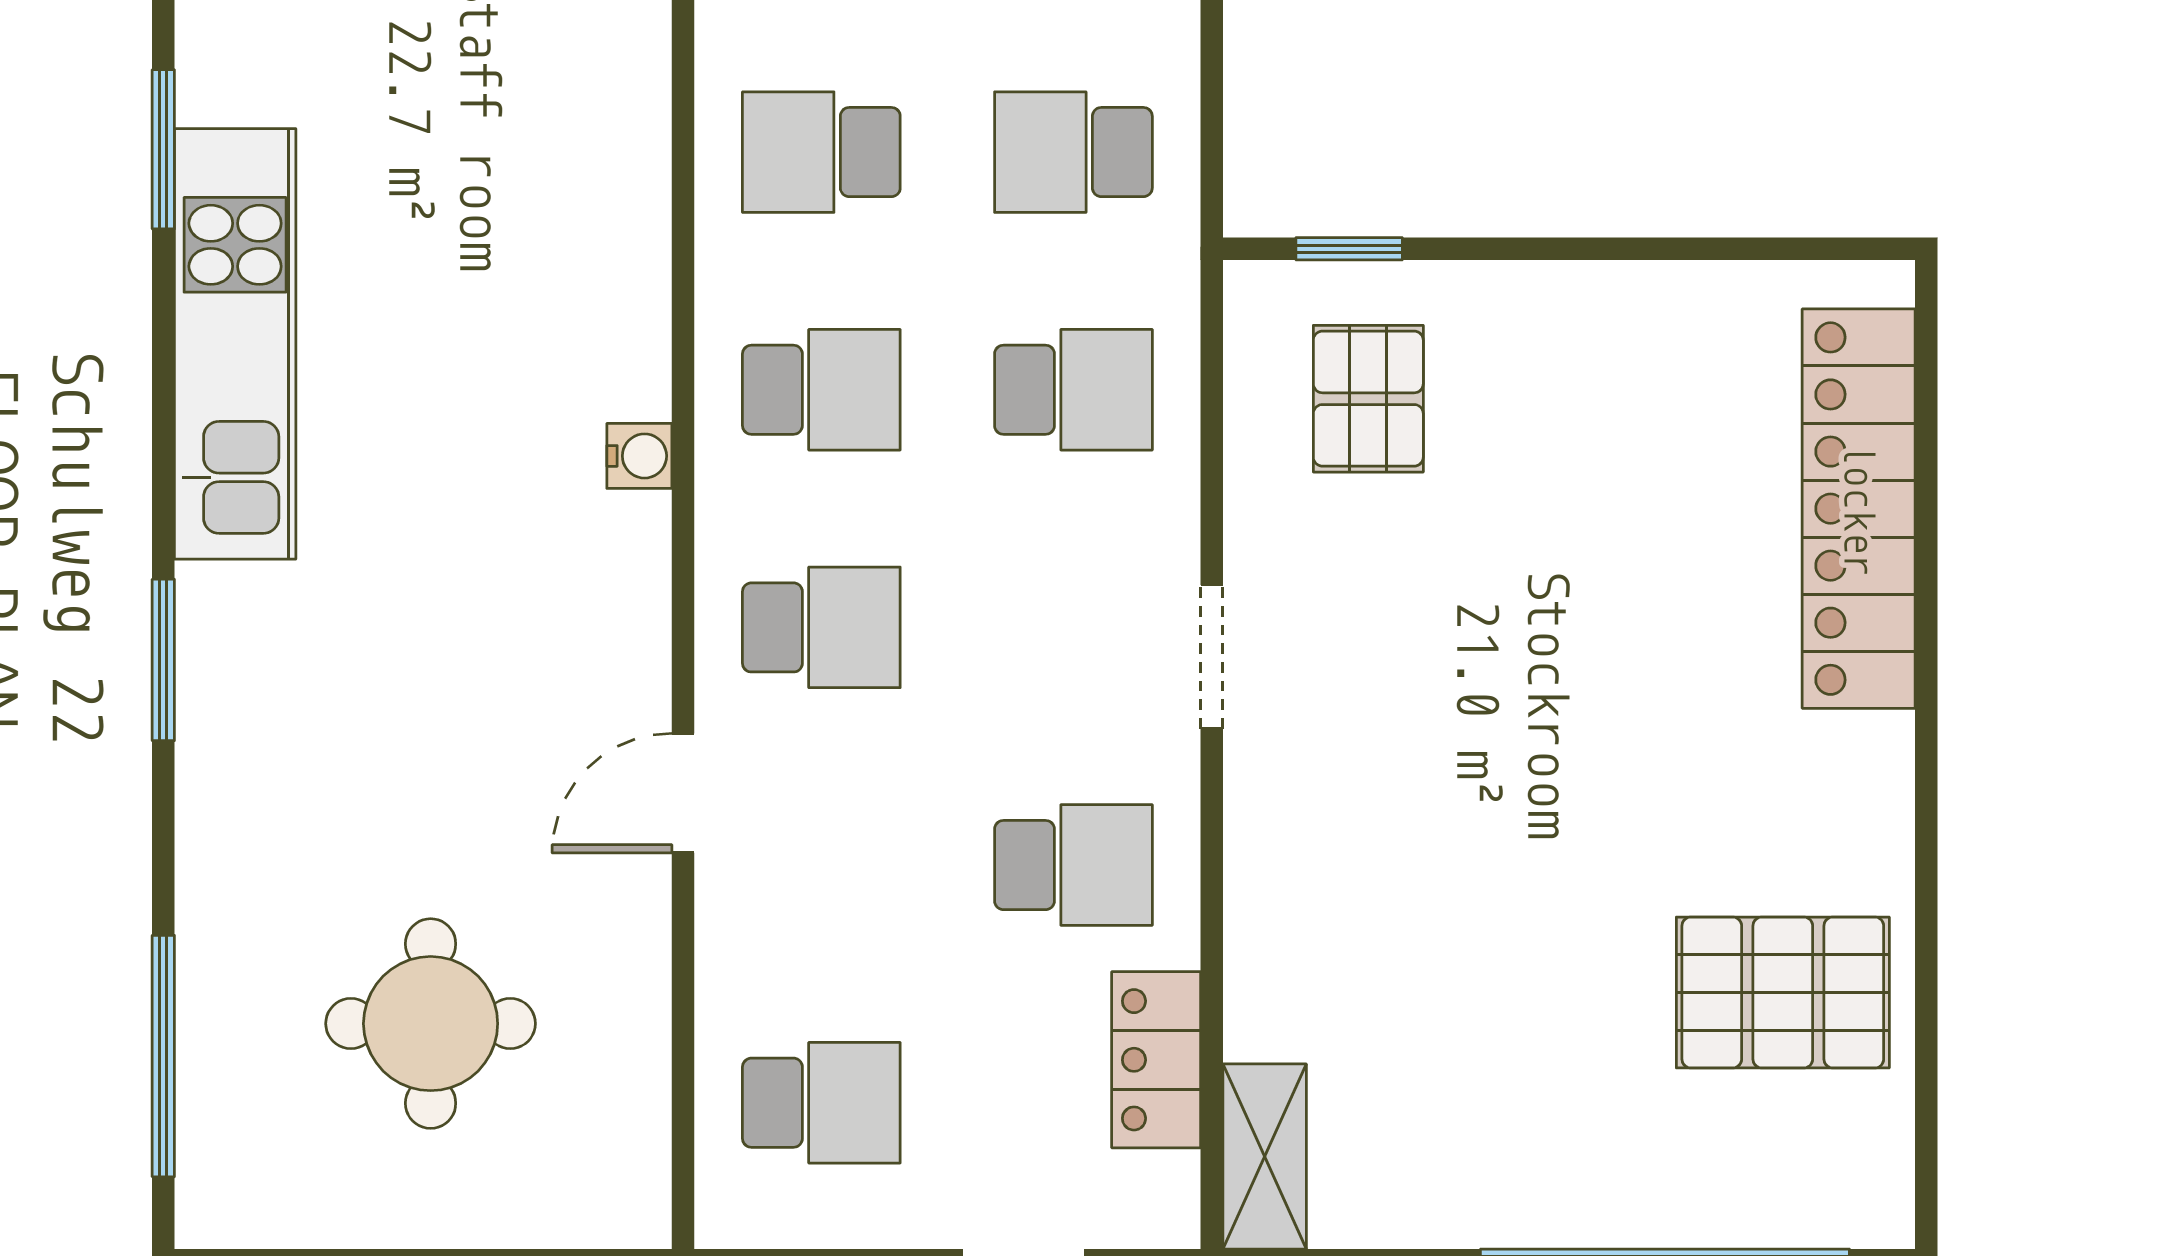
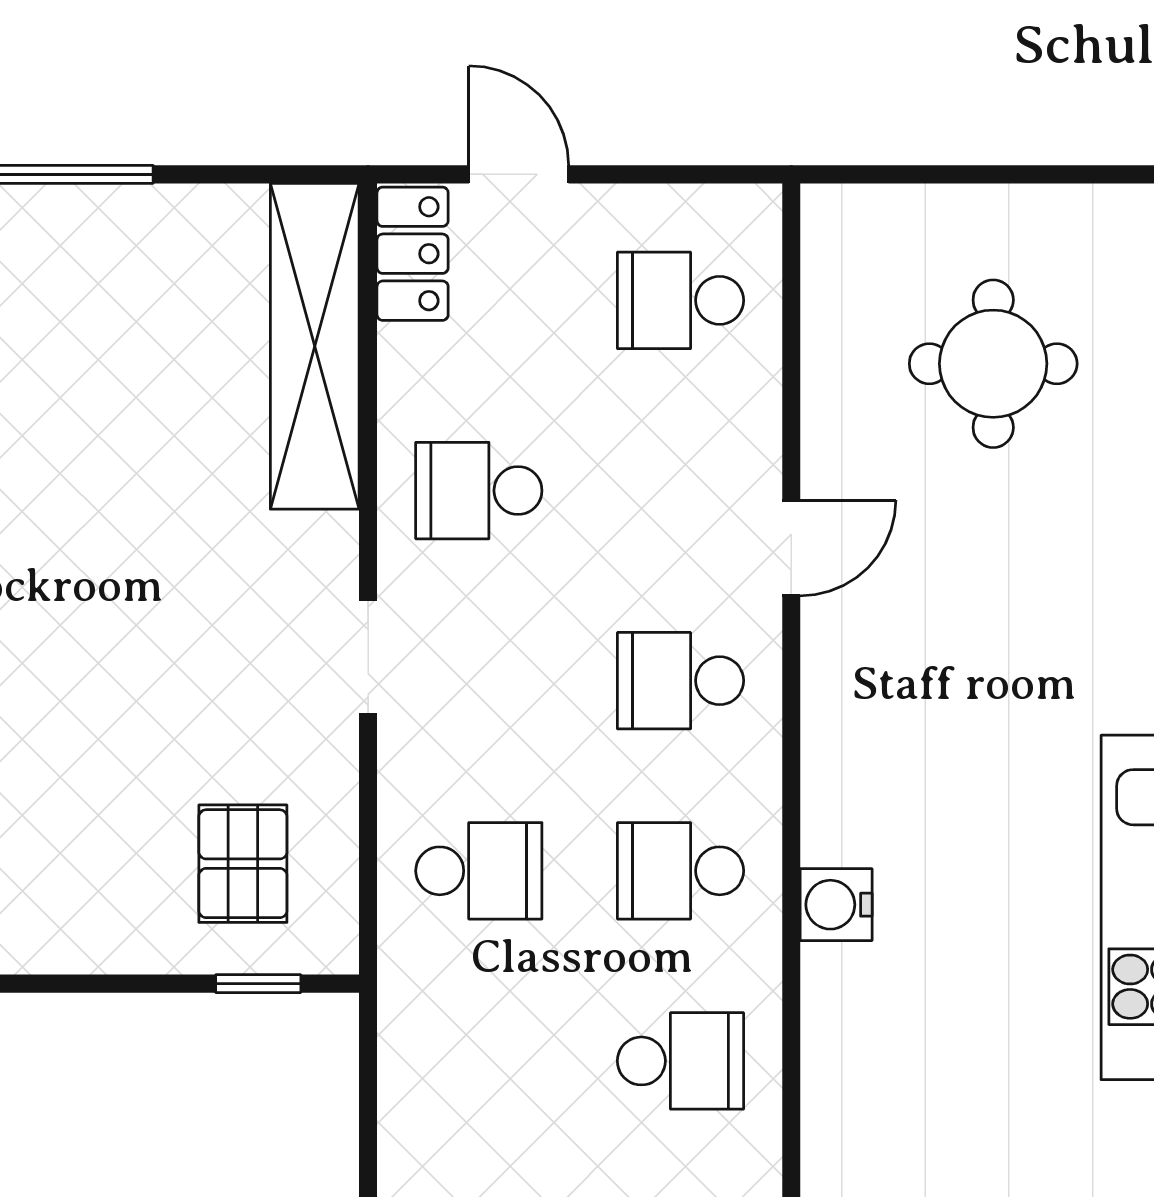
school desk: (1073, 152) -> (479, 1061), removed
school desk: (1073, 390) -> (479, 871), turned 180
water cooler: (639, 456) -> (836, 905), moved, width x1.38, depth x1.38
locker: (1156, 1060) -> (413, 254), moved
shelving: (1265, 1156) -> (315, 346), width x2.20, depth x1.33

